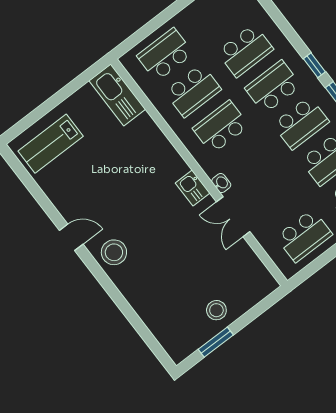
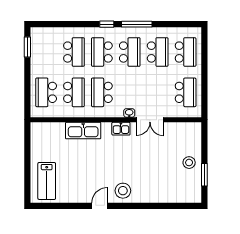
kitchen sink: (117, 95) -> (83, 131), moved

